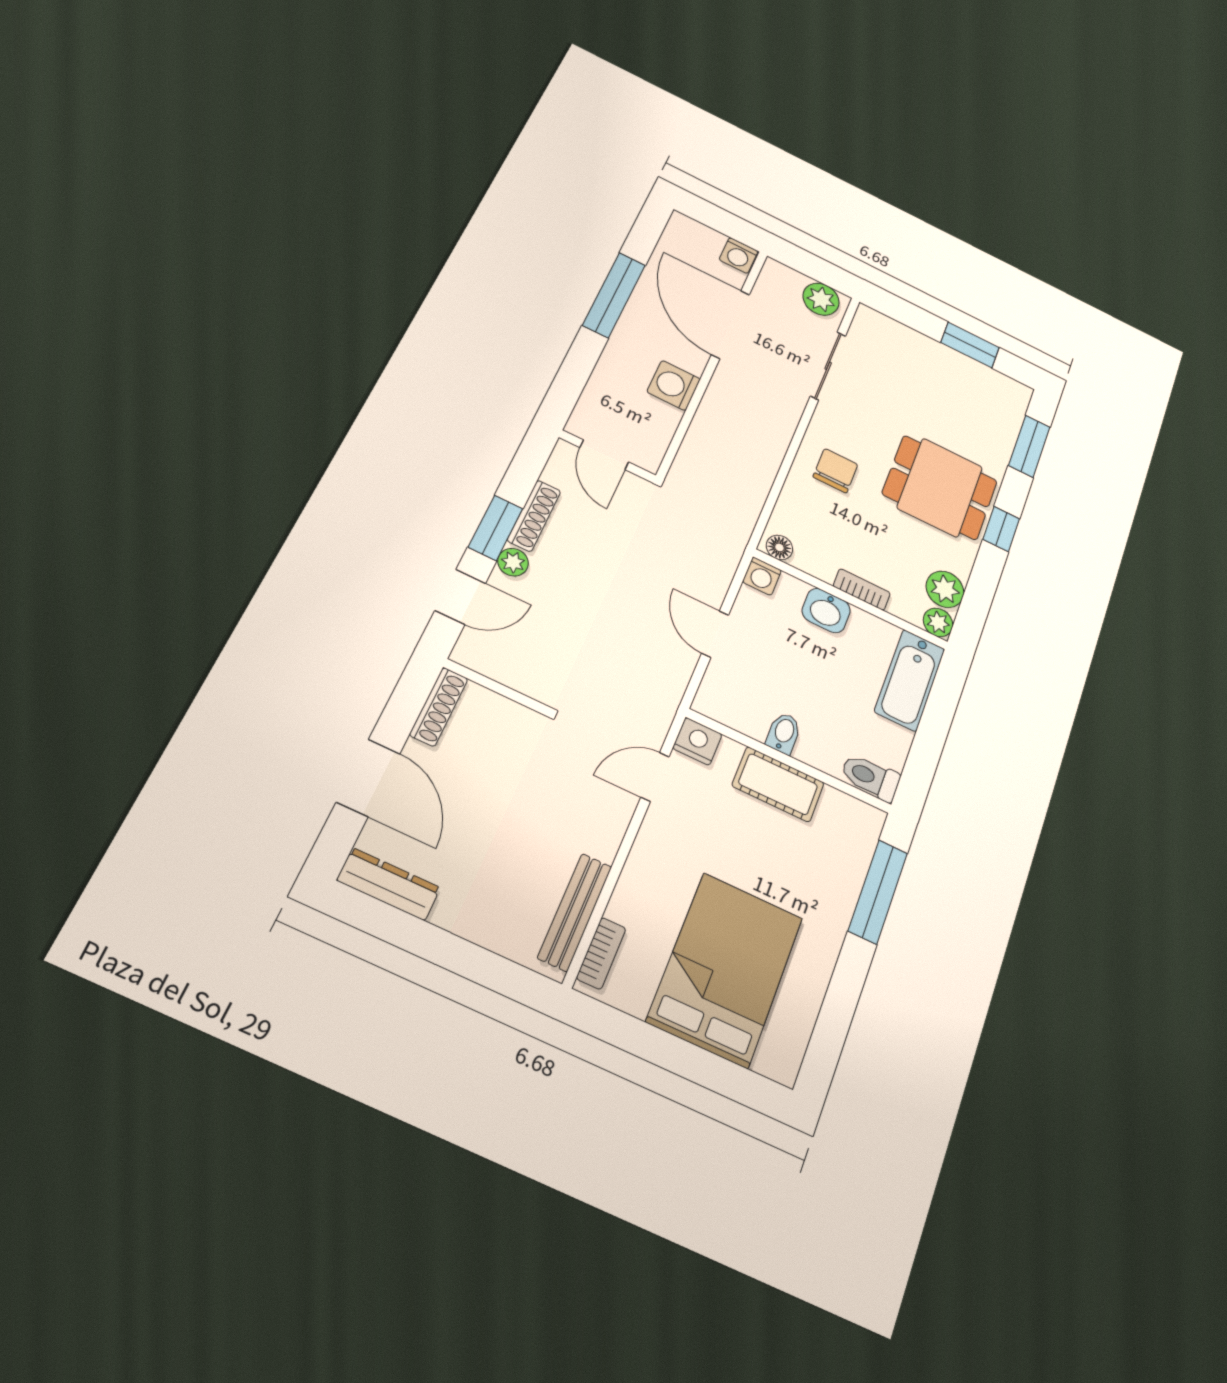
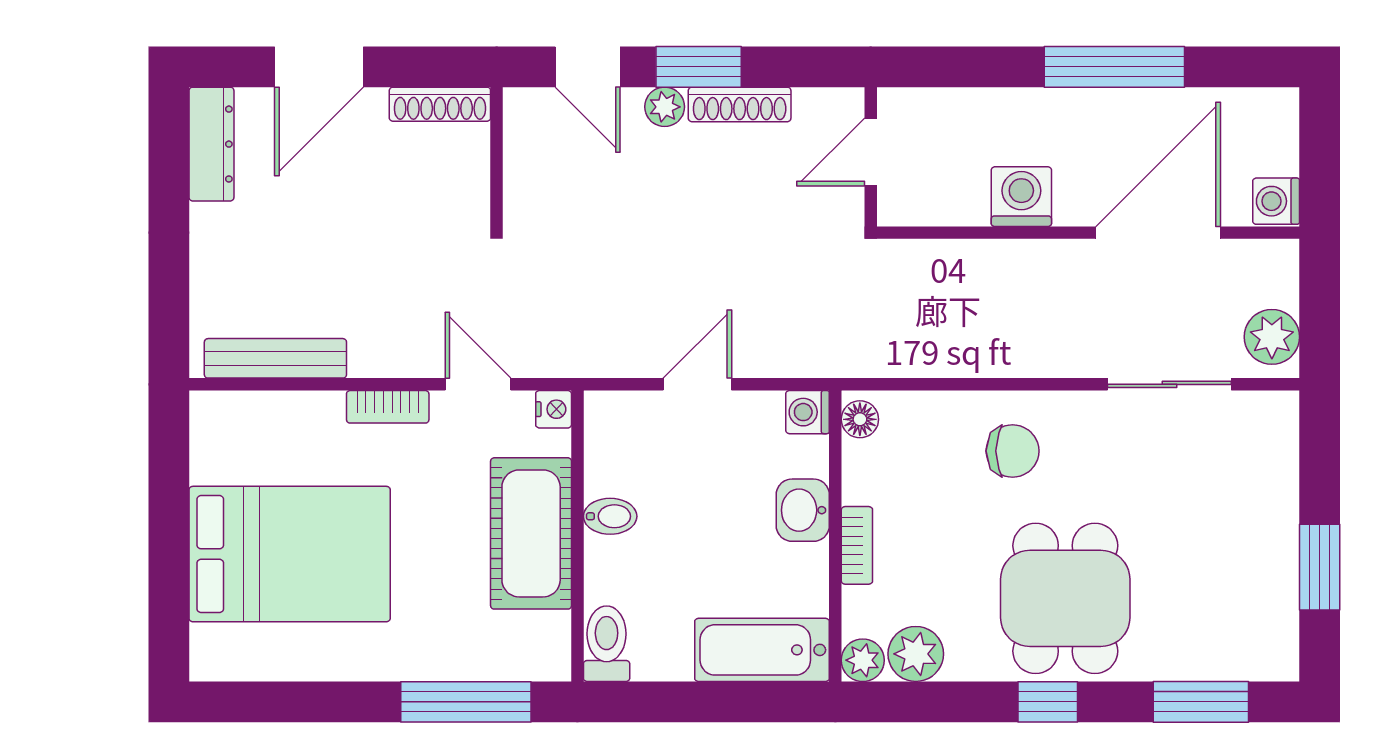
nightstand: (697, 741) -> (554, 409), width x0.72, depth x0.74
cot: (778, 784) -> (531, 533), width x1.37, depth x1.34
bookcase: (601, 953) -> (388, 407), moved

